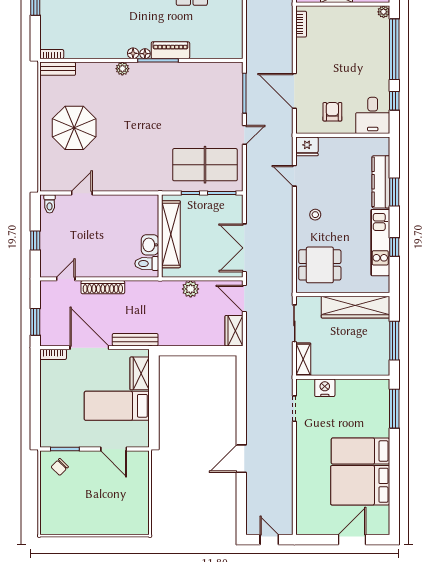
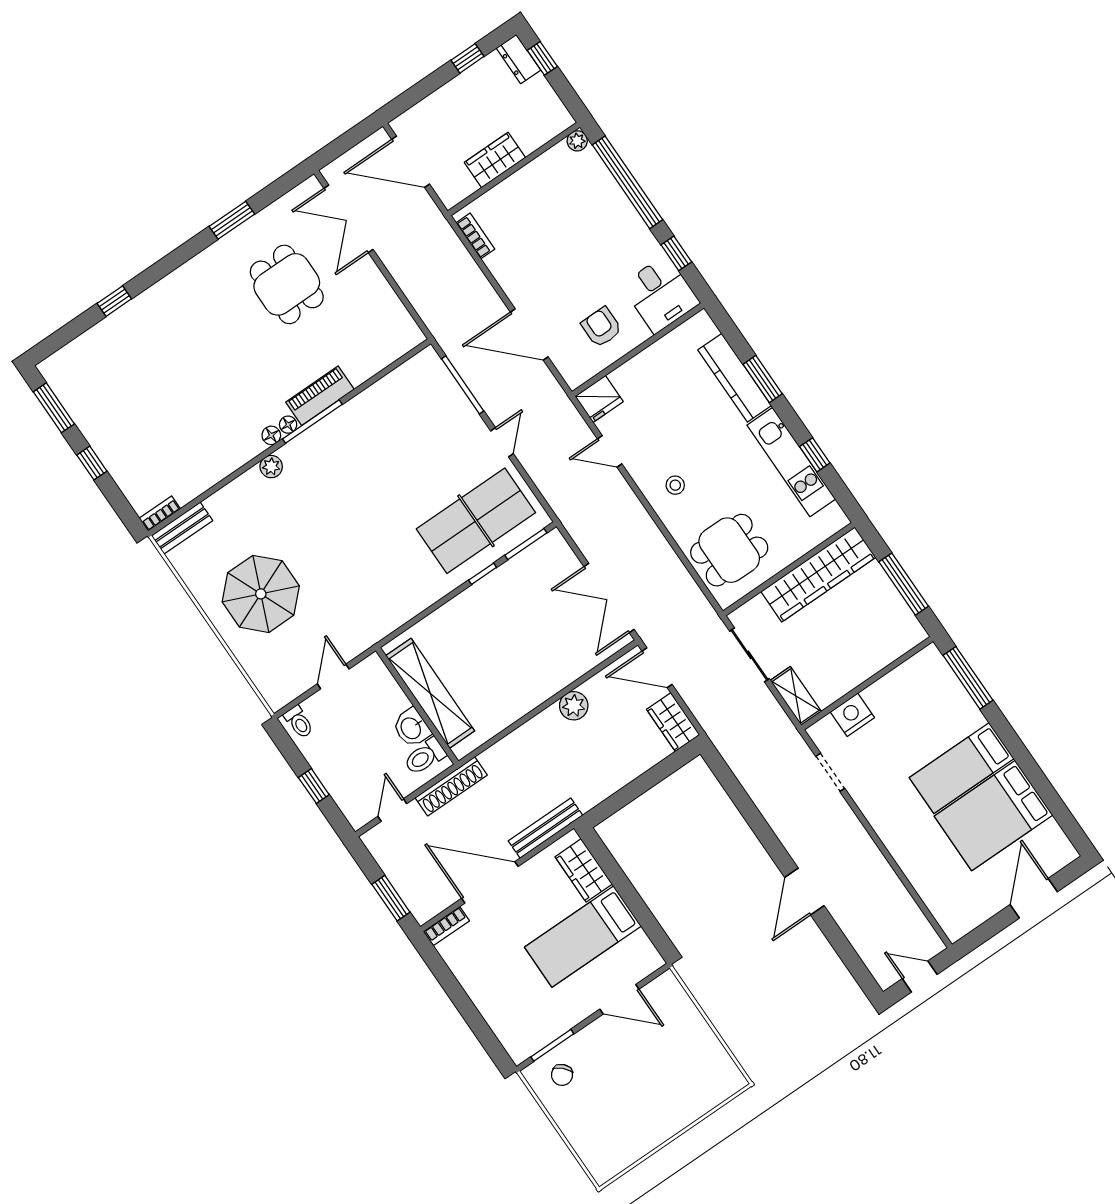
shelving: (171, 234) -> (430, 693), moved
wall: (160, 236) -> (417, 706), moved
washbasin: (150, 245) -> (411, 728), moved
toilet: (147, 264) -> (425, 757), moved

